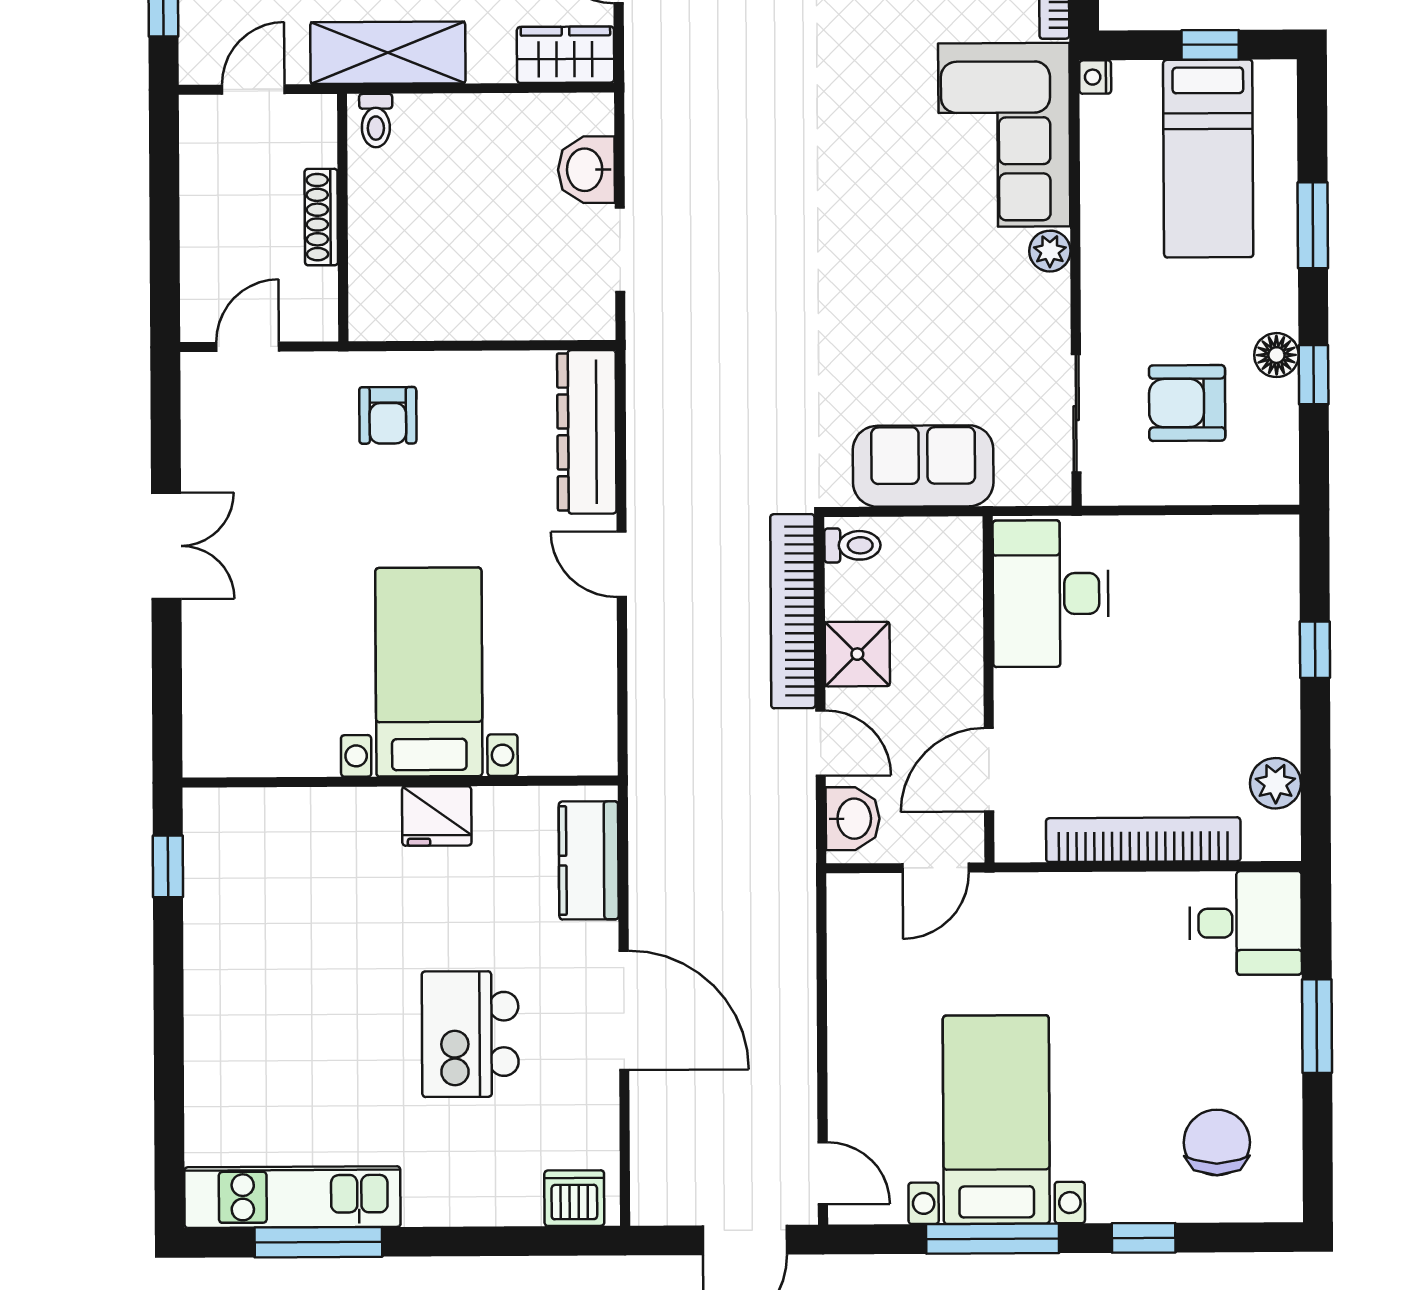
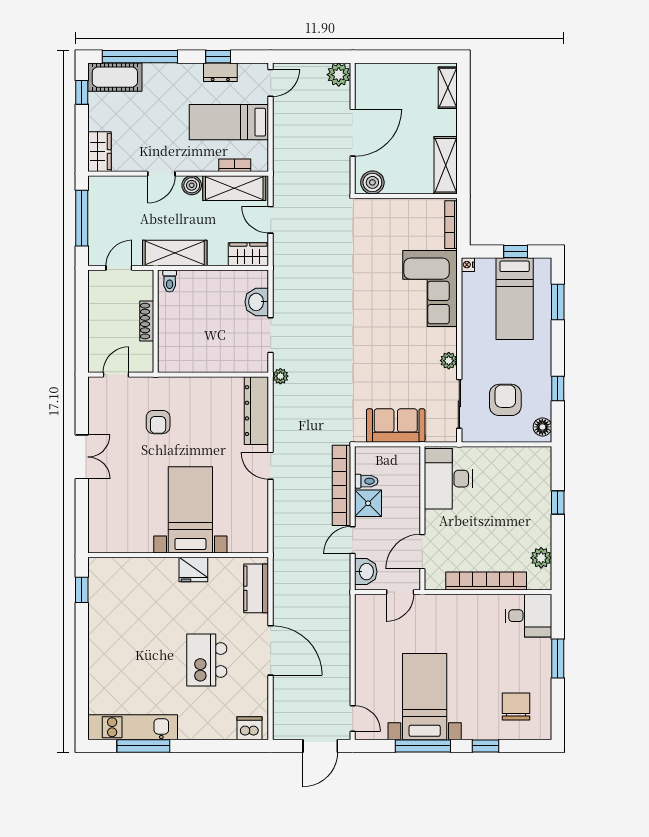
window: (1313, 225) -> (558, 302), moved
plant: (1050, 251) -> (449, 361), moved
plant: (644, 348) -> (280, 376), added
floor lamp: (1276, 355) -> (542, 427), moved
armchair: (1187, 403) -> (505, 400), turned 90
armchair: (388, 415) -> (158, 422), moved
toilet: (852, 545) -> (366, 481), moved
door: (821, 743) -> (353, 540), swing flipped

